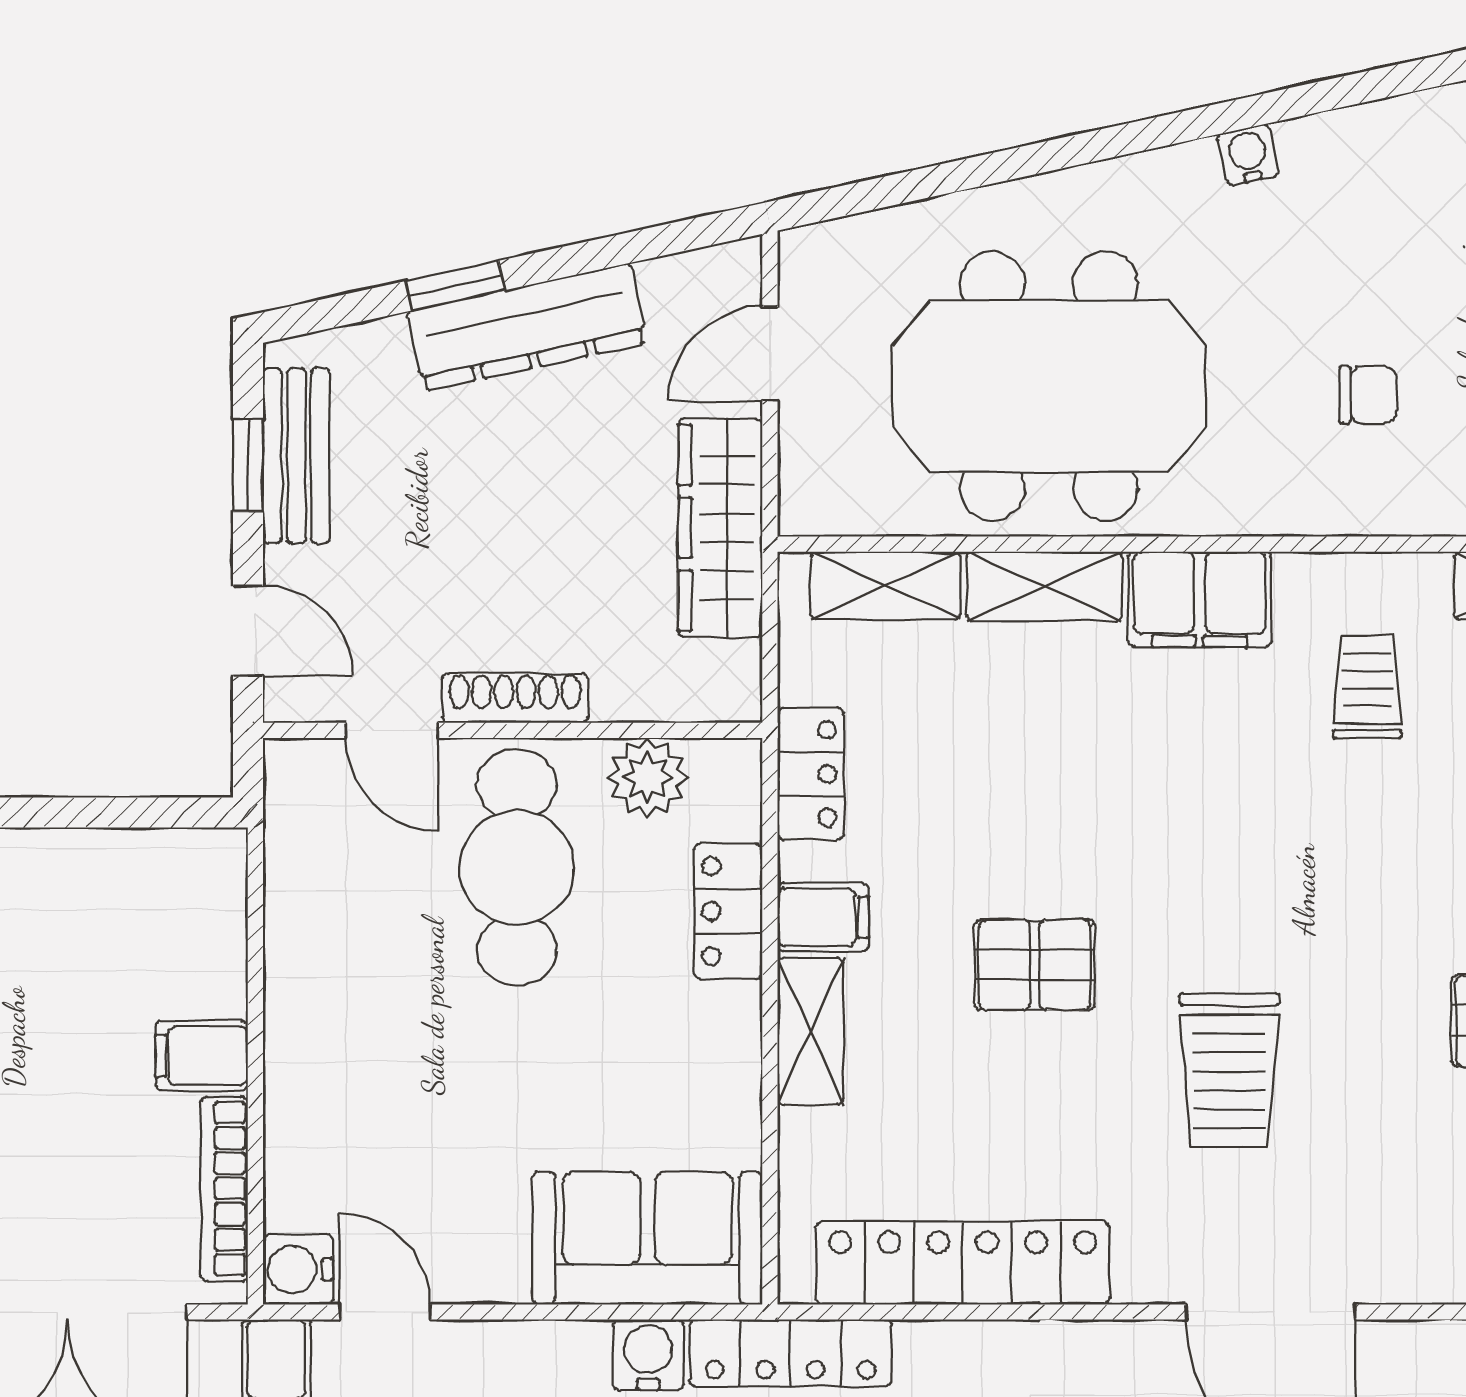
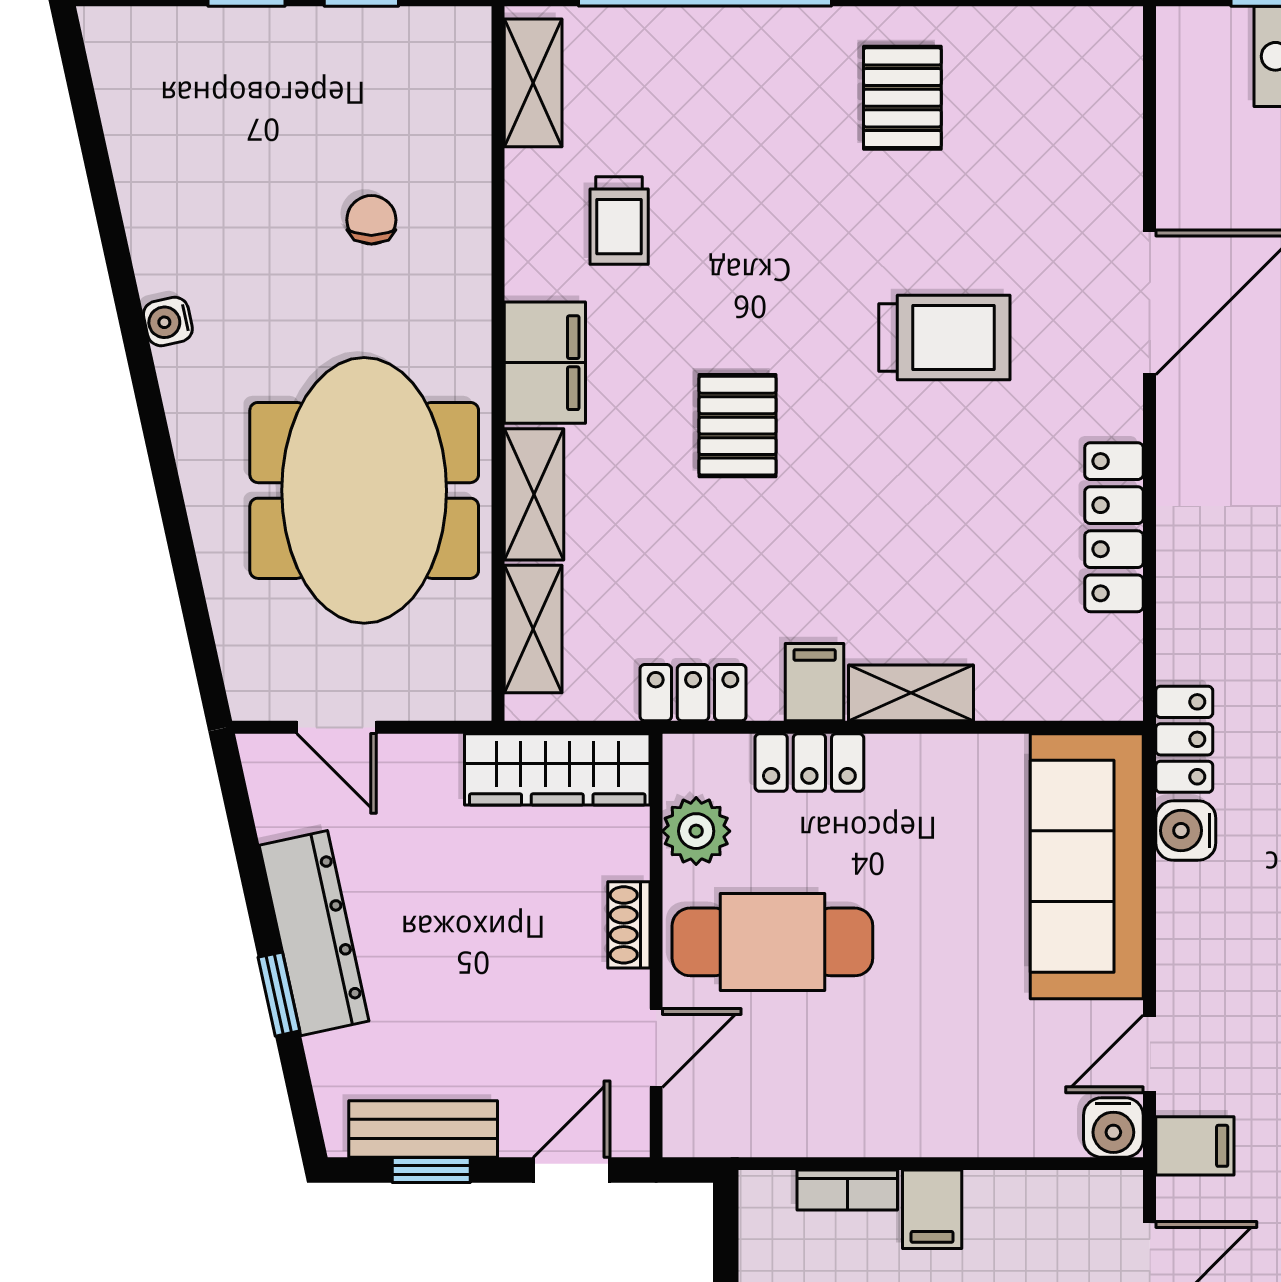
wardrobe: (720, 528) -> (557, 769), moved
trolley: (1367, 687) -> (619, 221), turned -90
shoe rack: (515, 698) -> (629, 925), width x0.70
pallet: (1035, 965) -> (737, 426), moved
bookcase: (224, 1189) -> (847, 1190), moved, width x0.64
sofa: (647, 1238) -> (1087, 866), width x1.36
locker: (963, 1263) -> (1114, 527), width x0.71, depth x0.83
locker: (791, 1353) -> (1184, 739), width x0.66

